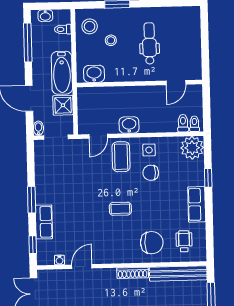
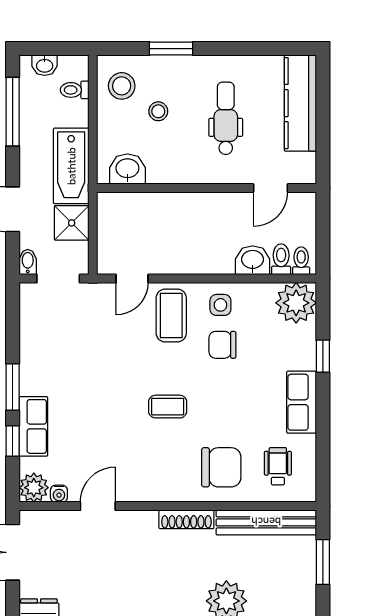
kitchen counter: (192, 34) -> (300, 103), added
washbasin: (129, 125) -> (253, 260), moved
window: (33, 245) -> (13, 441), moved
plant: (45, 257) -> (34, 488), added

